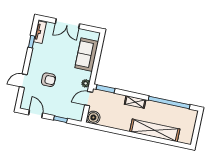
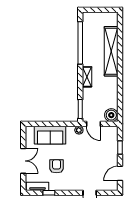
armchair: (48, 80) -> (57, 166), moved

